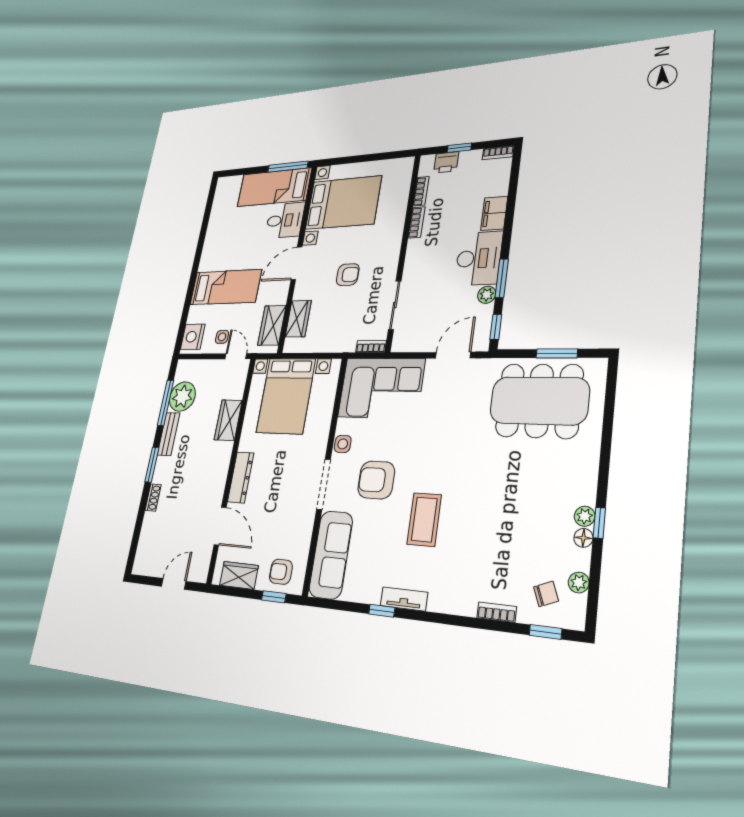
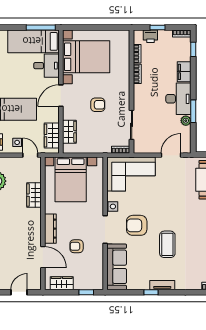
window: (496, 327) -> (193, 49), moved
armchair: (281, 572) -> (77, 246), moved

